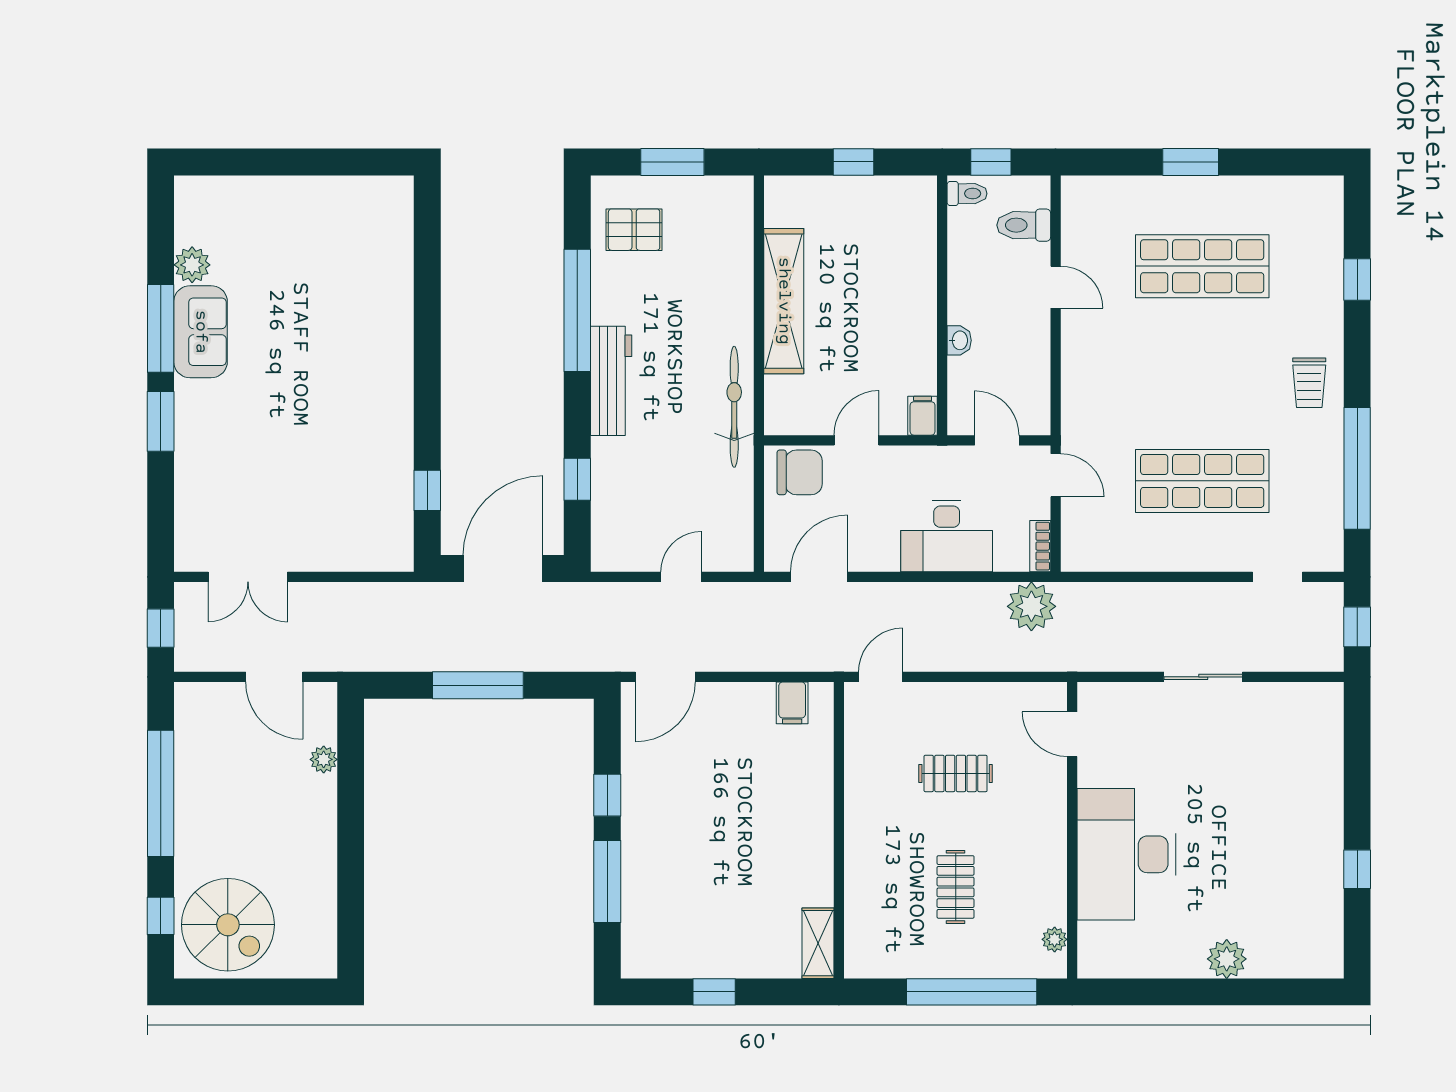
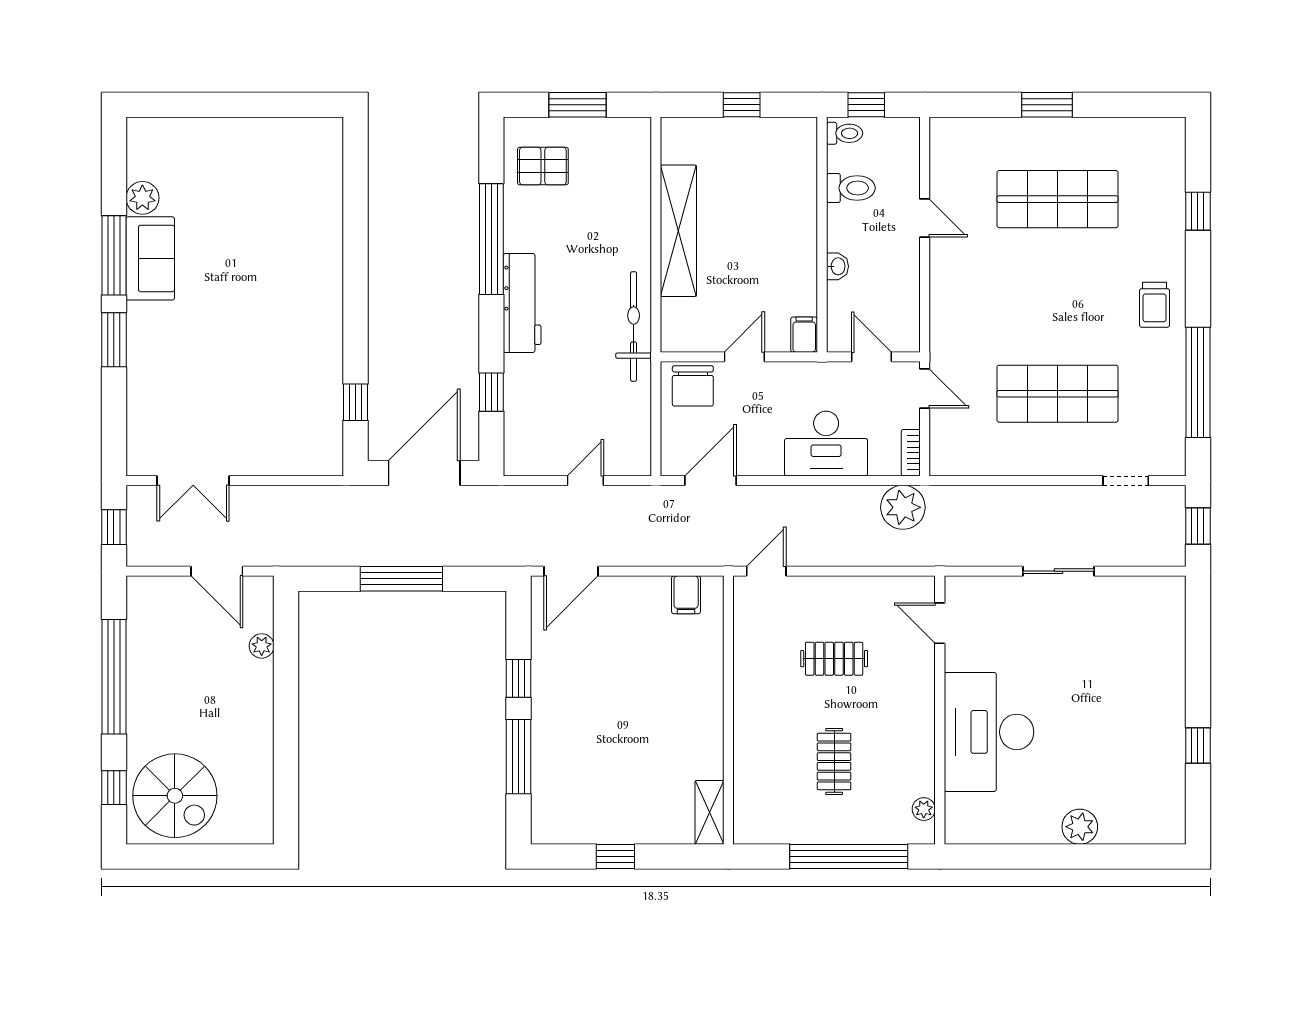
toilet: (1024, 225) -> (851, 188), moved, turned 180
chair: (800, 472) -> (693, 386), turned 90

